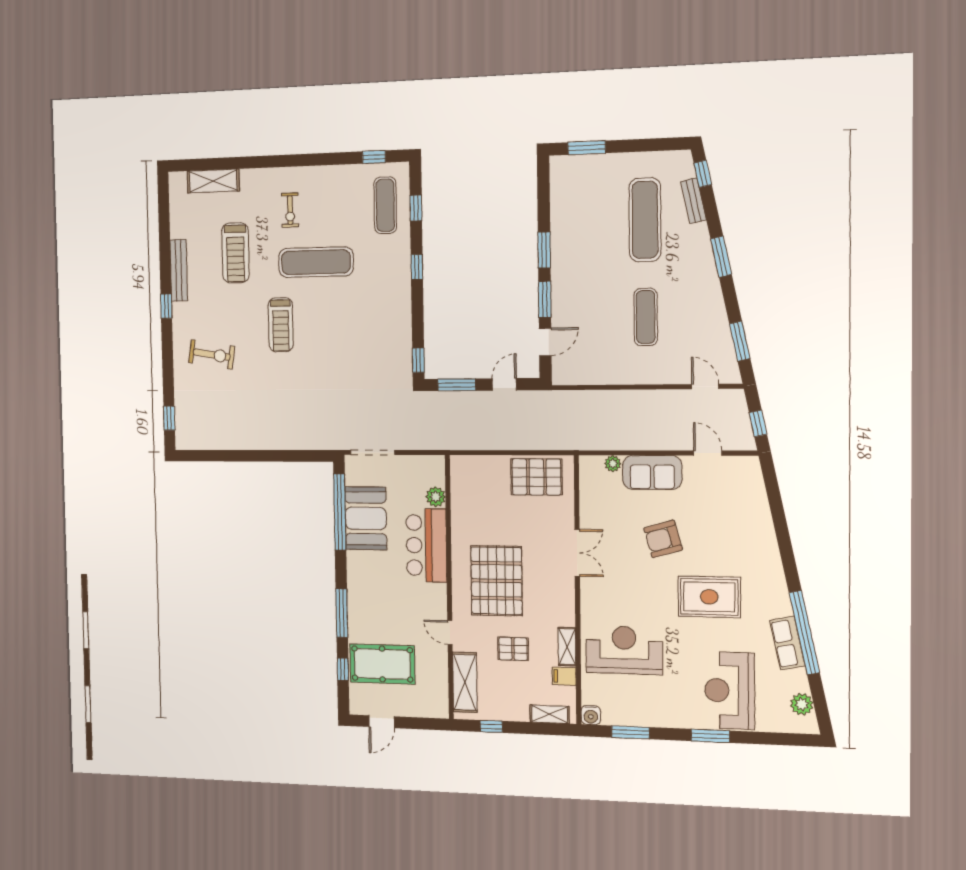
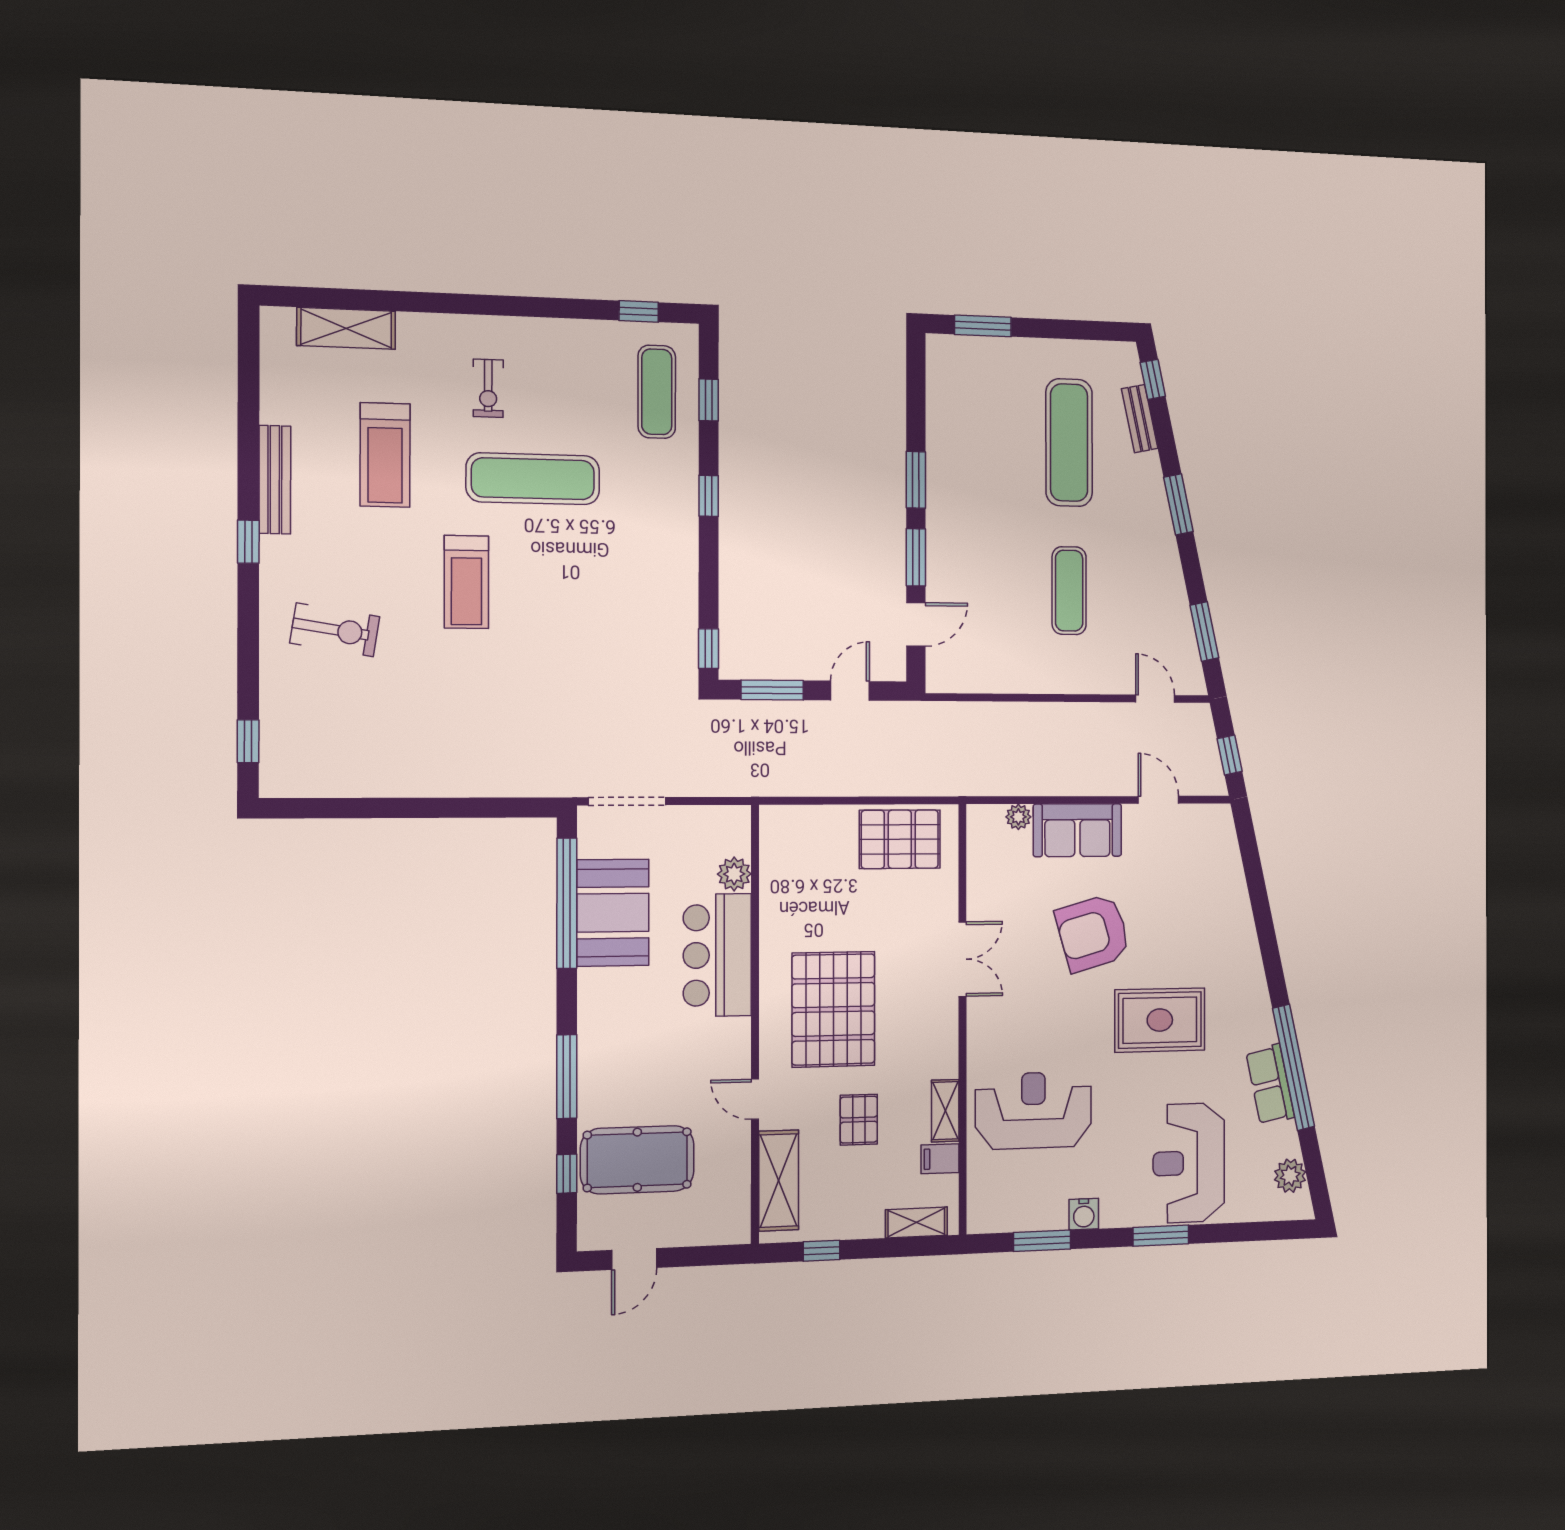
armchair: (663, 539) -> (1093, 933), width x1.36, depth x1.36
pallet: (513, 649) -> (859, 1120), turned 90
water cooler: (591, 715) -> (1084, 1214), moved

